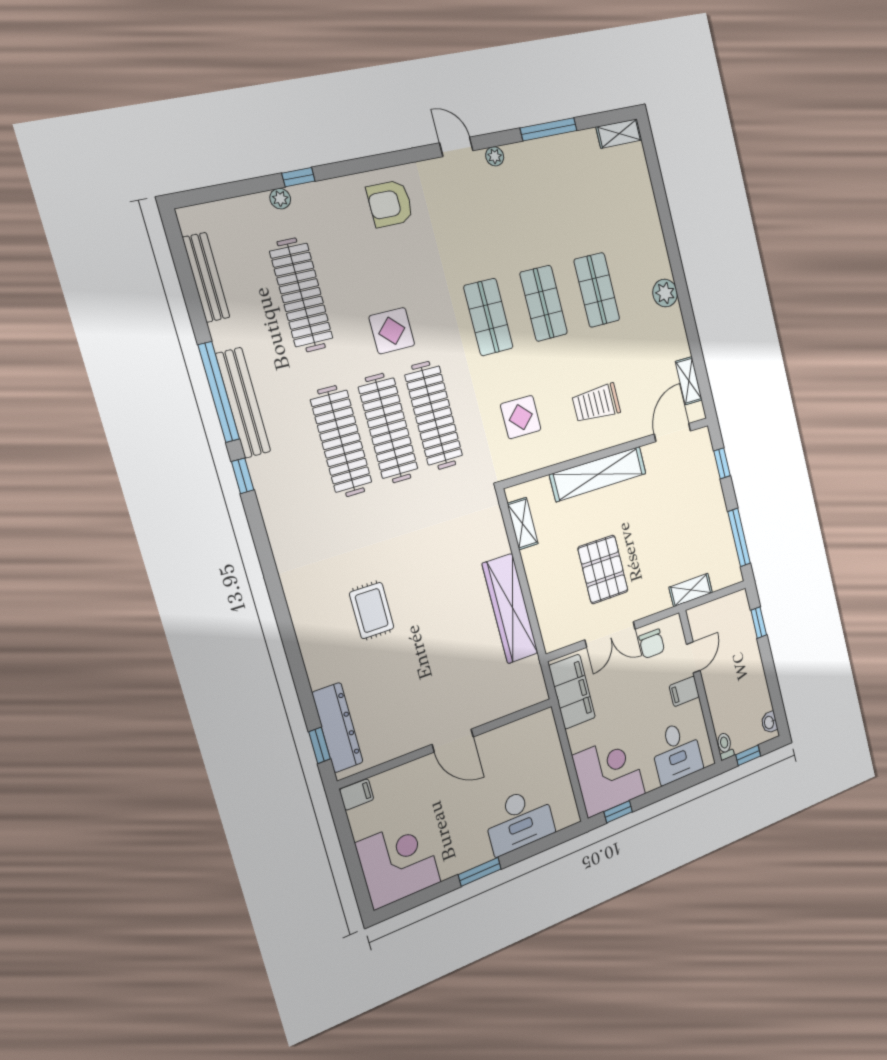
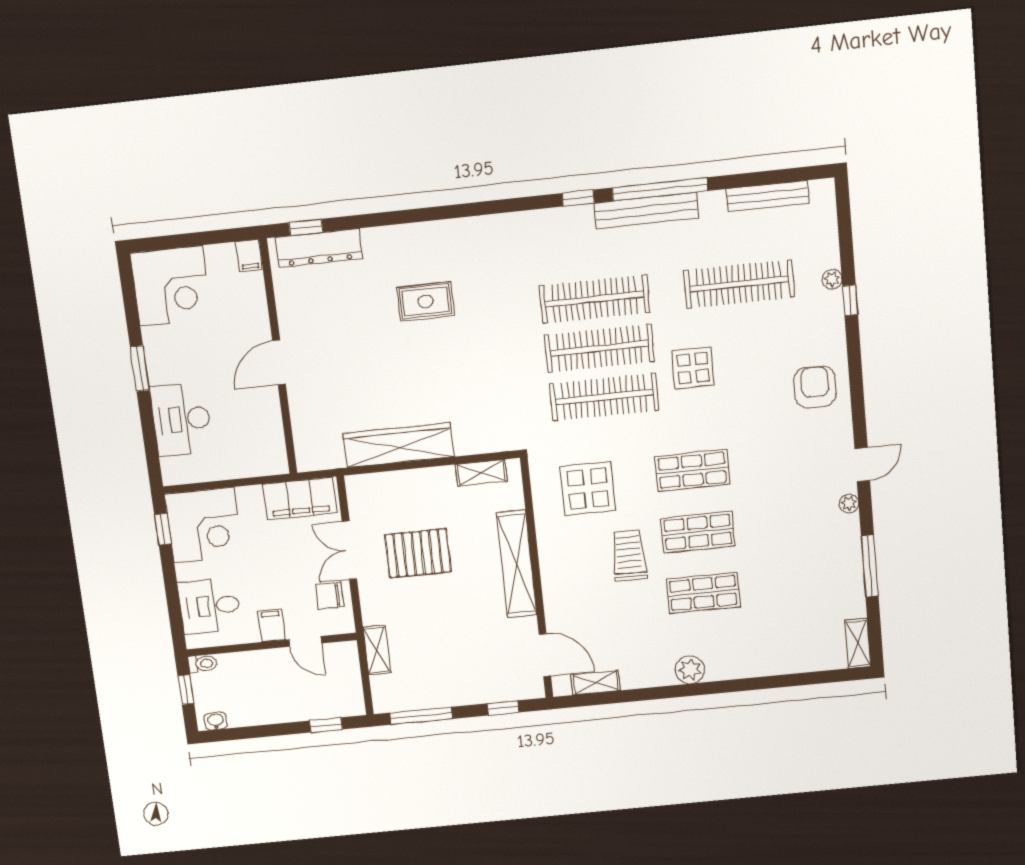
trolley: (596, 403) -> (629, 556), moved
display table: (521, 417) -> (588, 488), width x1.36, depth x1.36

